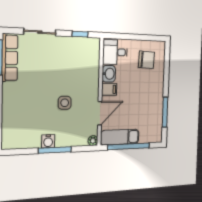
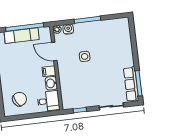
chair: (146, 60) -> (19, 99), turned 148
door: (100, 113) -> (54, 51), hinge flipped
exam couch: (120, 137) -> (22, 36), moved
water cooler: (48, 141) -> (68, 29), moved

